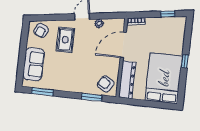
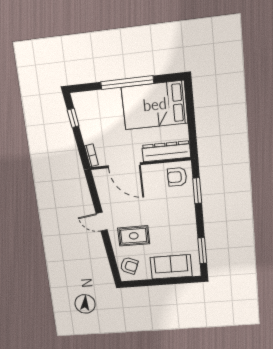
plant: (99, 23) -> (105, 200), removed
window: (185, 61) -> (127, 83), width x3.17
armchair: (106, 84) -> (177, 177), turned 60

